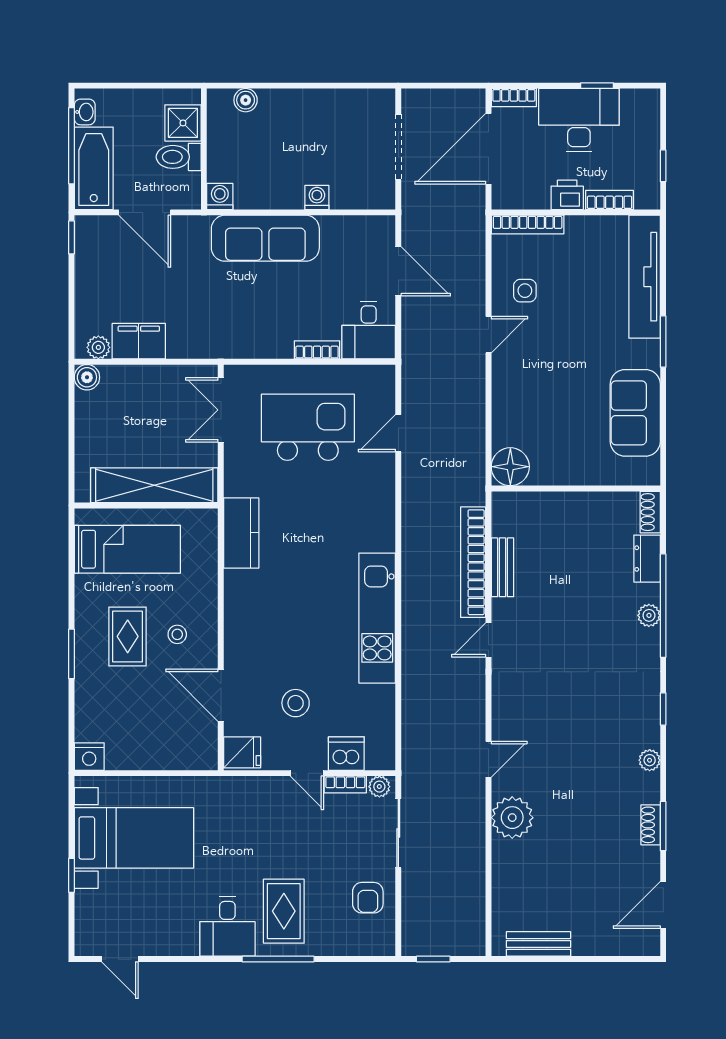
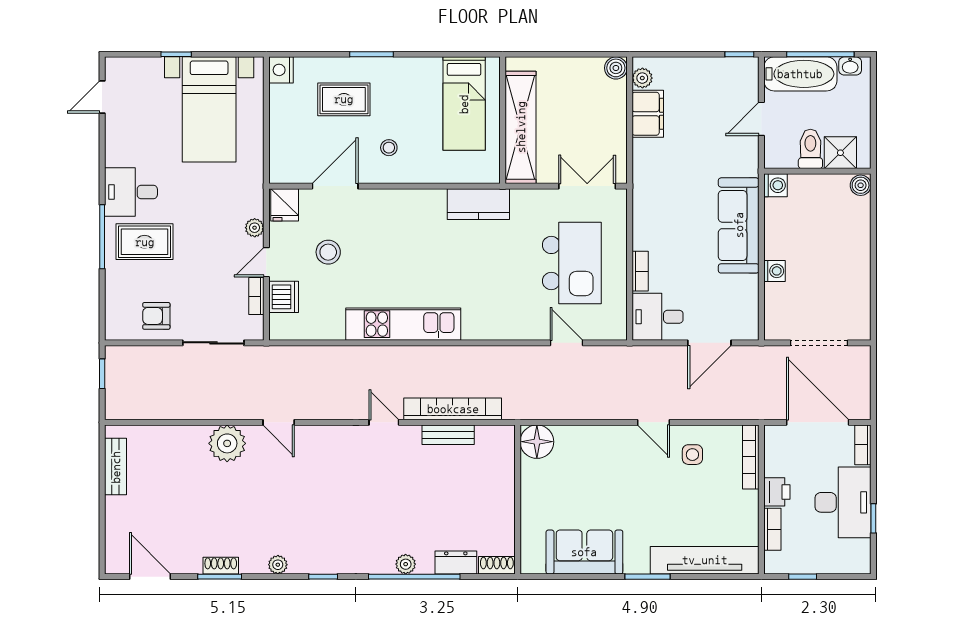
boiler: (246, 100) -> (861, 185), moved
door: (145, 212) -> (761, 119), width x0.73
rug: (128, 636) -> (344, 99), moved
plant: (379, 787) -> (255, 228), moved

